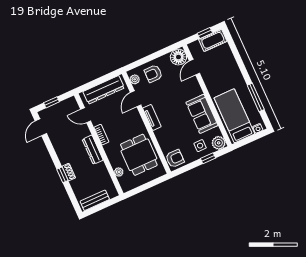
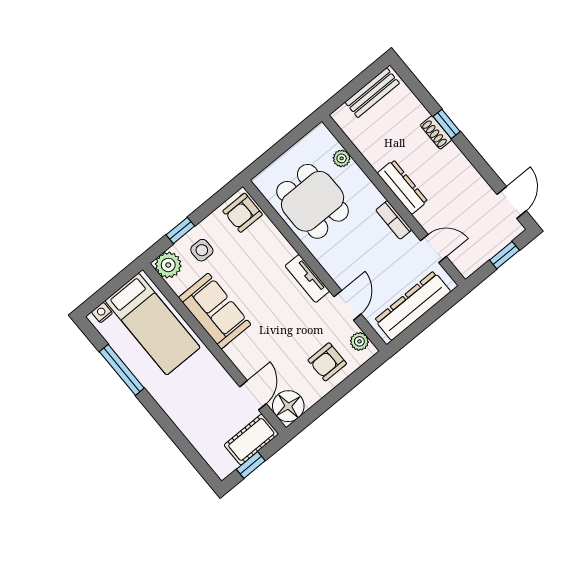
cot: (213, 40) -> (251, 439), moved
armchair: (153, 74) -> (327, 362), turned 180

